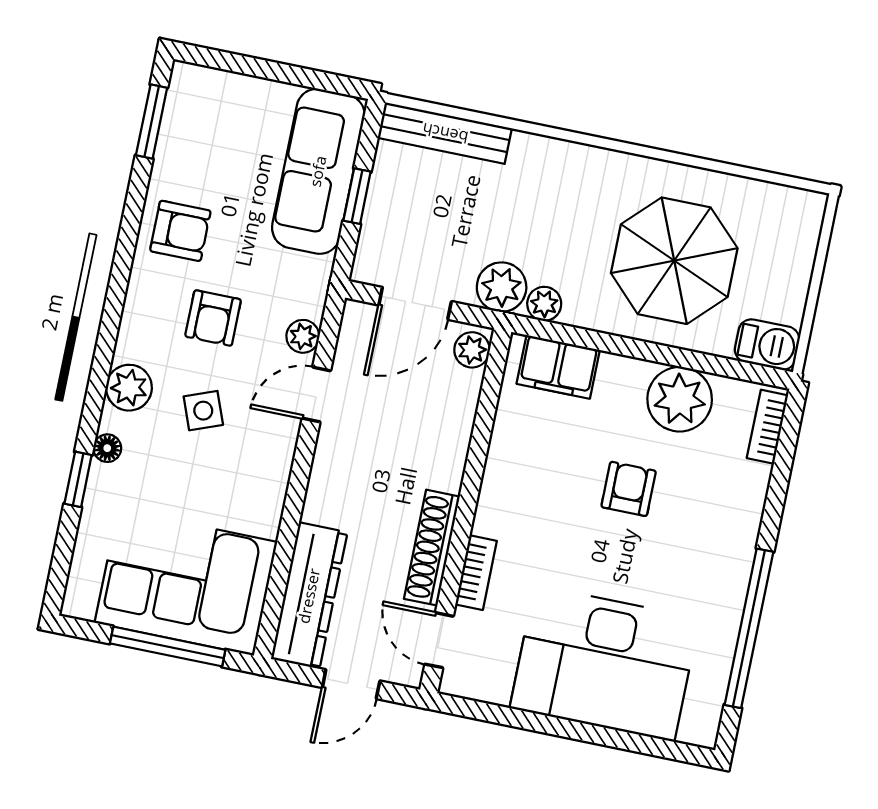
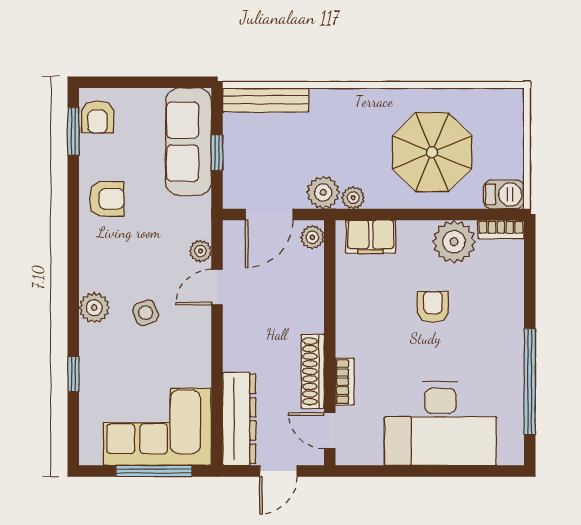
armchair: (213, 318) -> (97, 117), moved
bookcase: (767, 427) -> (501, 230), moved, turned -90
floor lamp: (107, 448) -> (88, 350), removed

